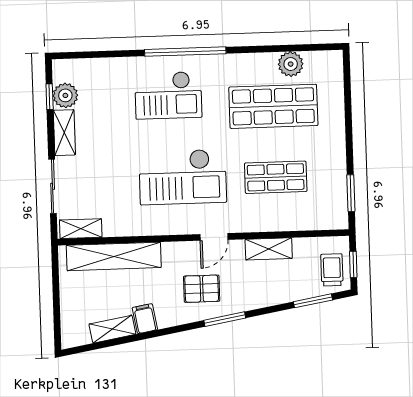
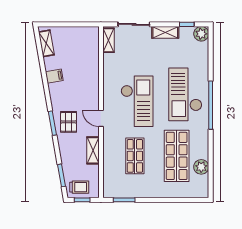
plant: (65, 95) -> (201, 34), moved
checkout: (168, 95) -> (185, 94), width x1.36, depth x1.21
checkout: (183, 177) -> (137, 101), turned 180
shelving: (114, 256) -> (91, 59), removed
pallet: (202, 289) -> (69, 122), moved
shelving: (112, 329) -> (46, 43), moved

